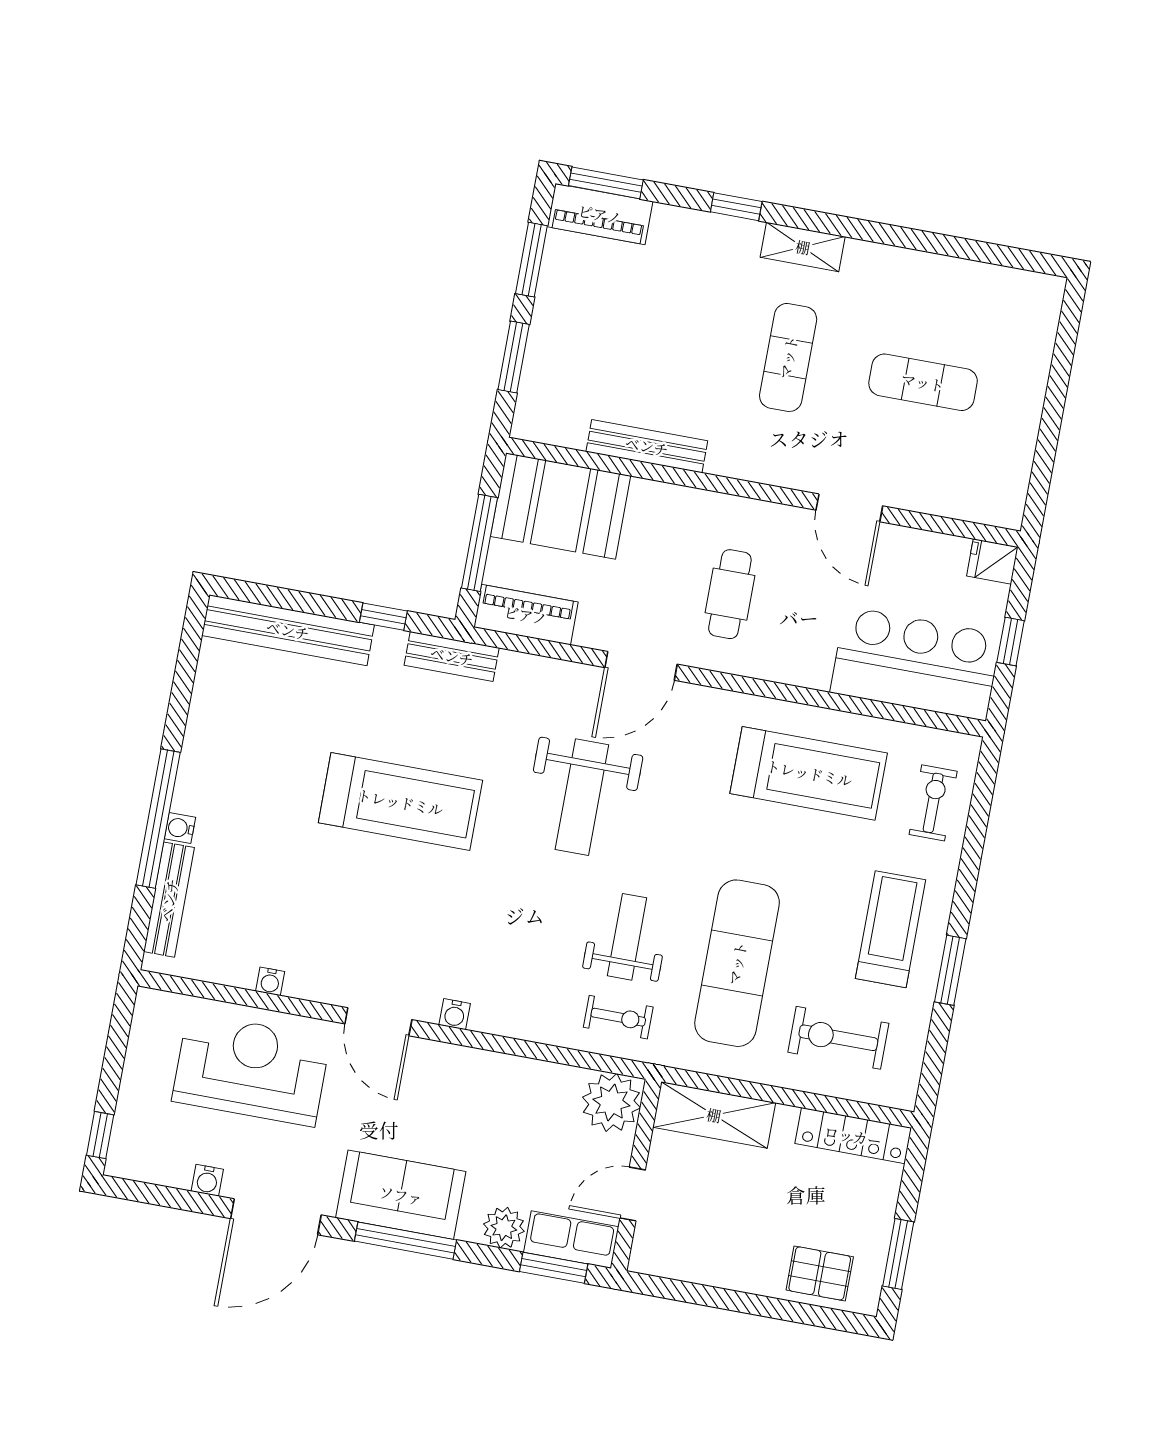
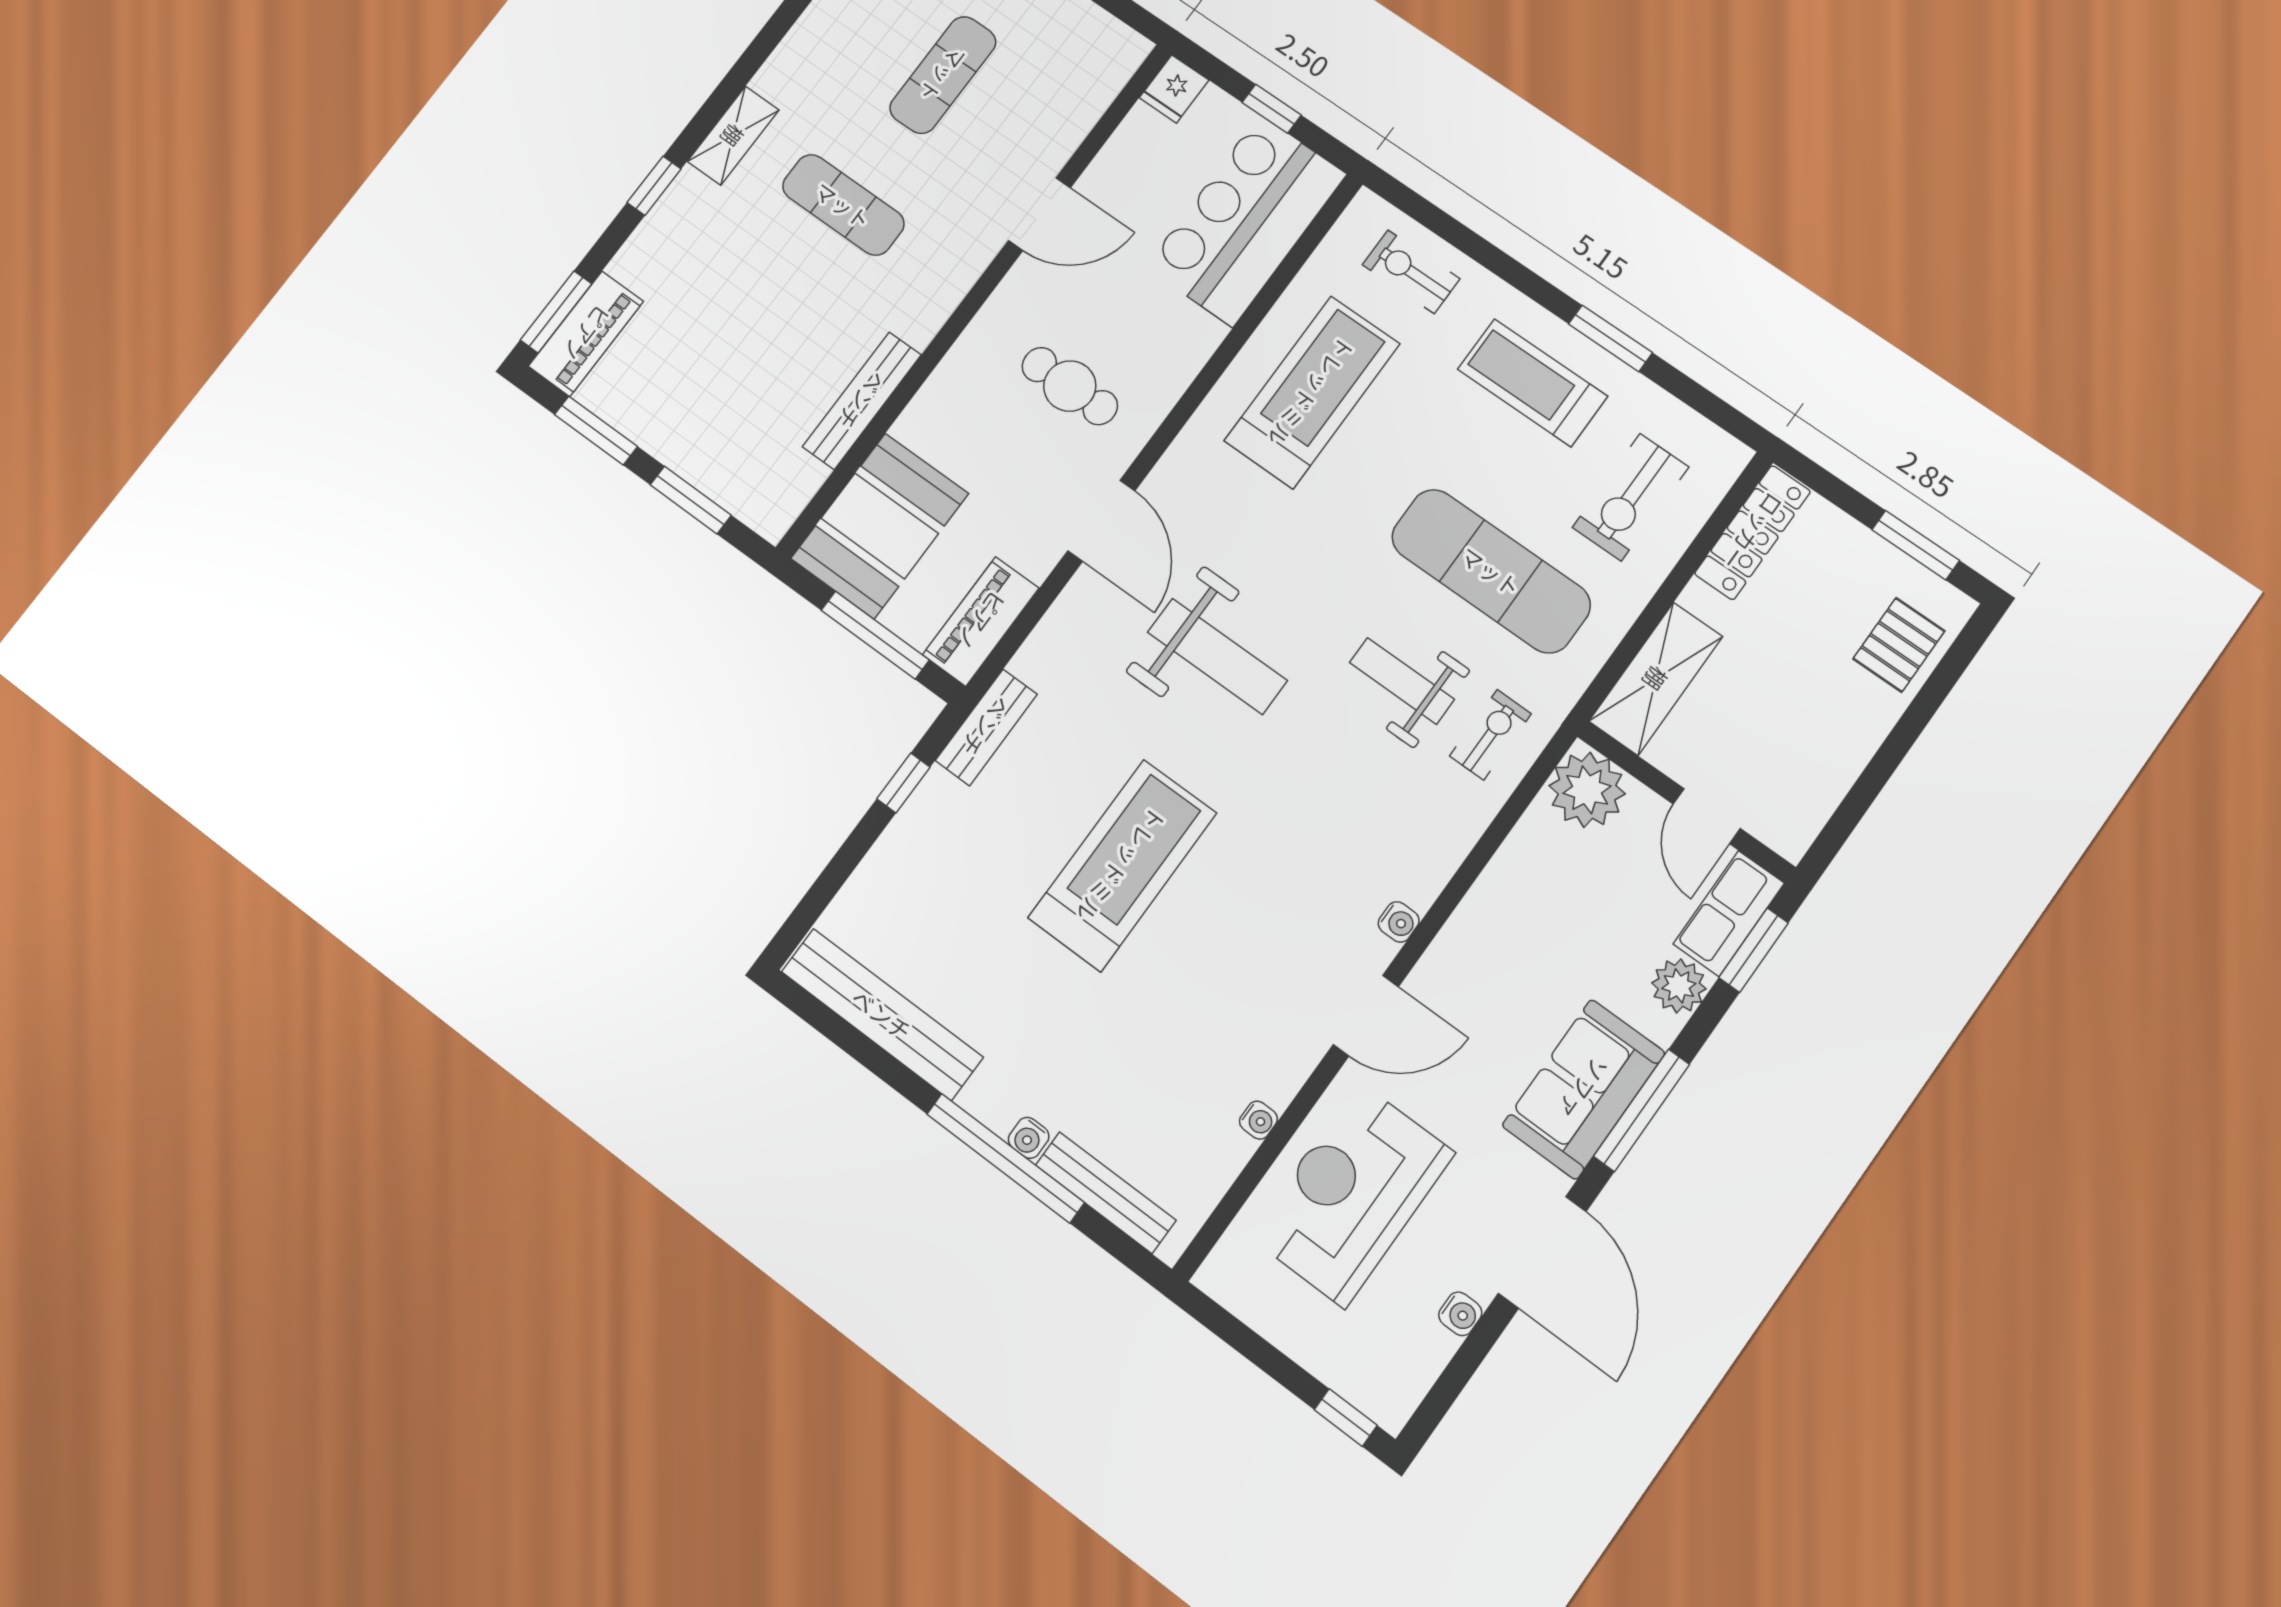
bench: (288, 630) -> (882, 1014), moved, turned 90

